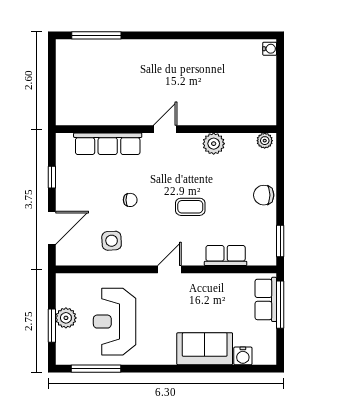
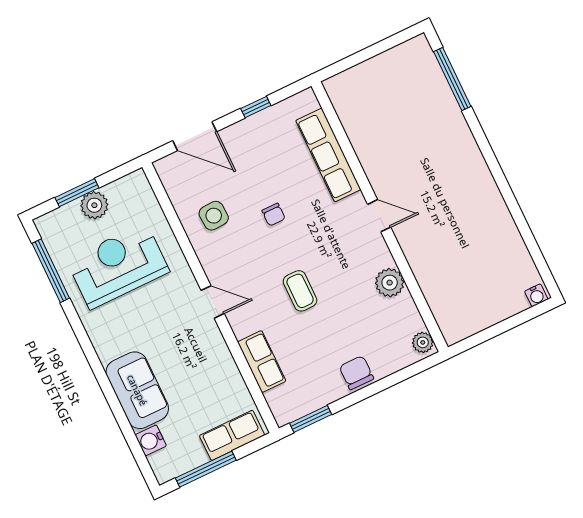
window: (280, 305) -> (206, 469), moved

